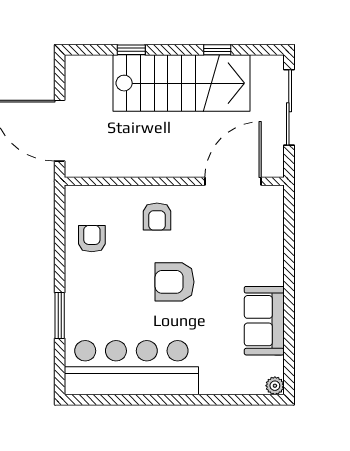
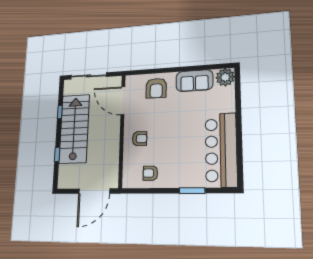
armchair: (175, 282) -> (156, 88), moved
plant: (275, 386) -> (225, 77), width x1.87, depth x1.87

